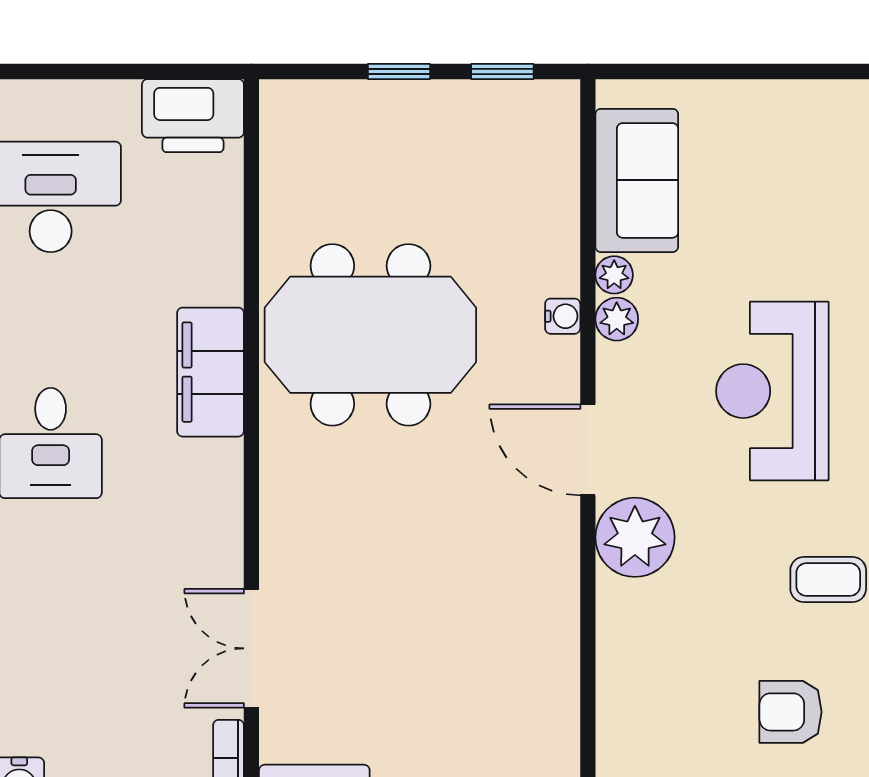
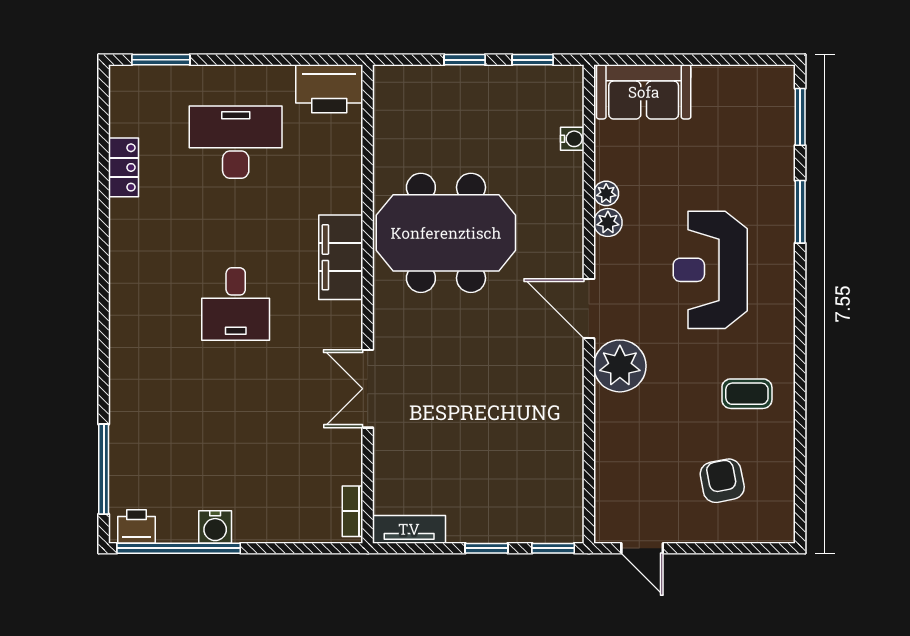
sofa: (637, 180) -> (644, 92), moved, turned 90
water cooler: (563, 316) -> (572, 139), moved
double door: (251, 648) -> (368, 389), moved
armchair: (791, 712) -> (722, 481), turned 79

